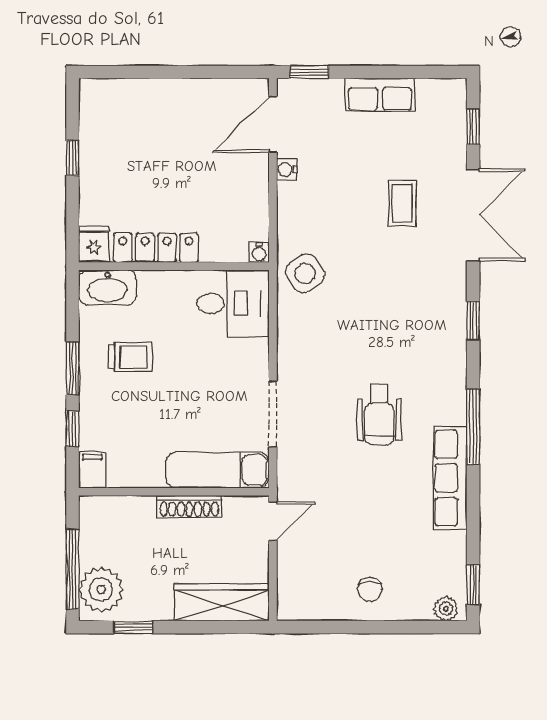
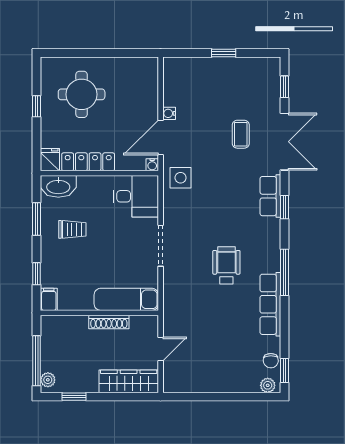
window: (309, 72) -> (224, 53), moved
row of seats: (380, 95) -> (270, 196), moved, turned 90
door: (273, 124) -> (161, 137), moved
round table: (145, 139) -> (82, 94), added
side table: (305, 273) -> (181, 178), turned 35
window: (73, 368) -> (37, 219), moved
doorway: (273, 414) -> (161, 246), moved
wheelchair: (379, 415) -> (226, 265), turned 180
door: (273, 521) -> (161, 349), moved
plant: (101, 589) -> (48, 380), width x0.53, depth x0.53
chair: (370, 589) -> (271, 361), moved

